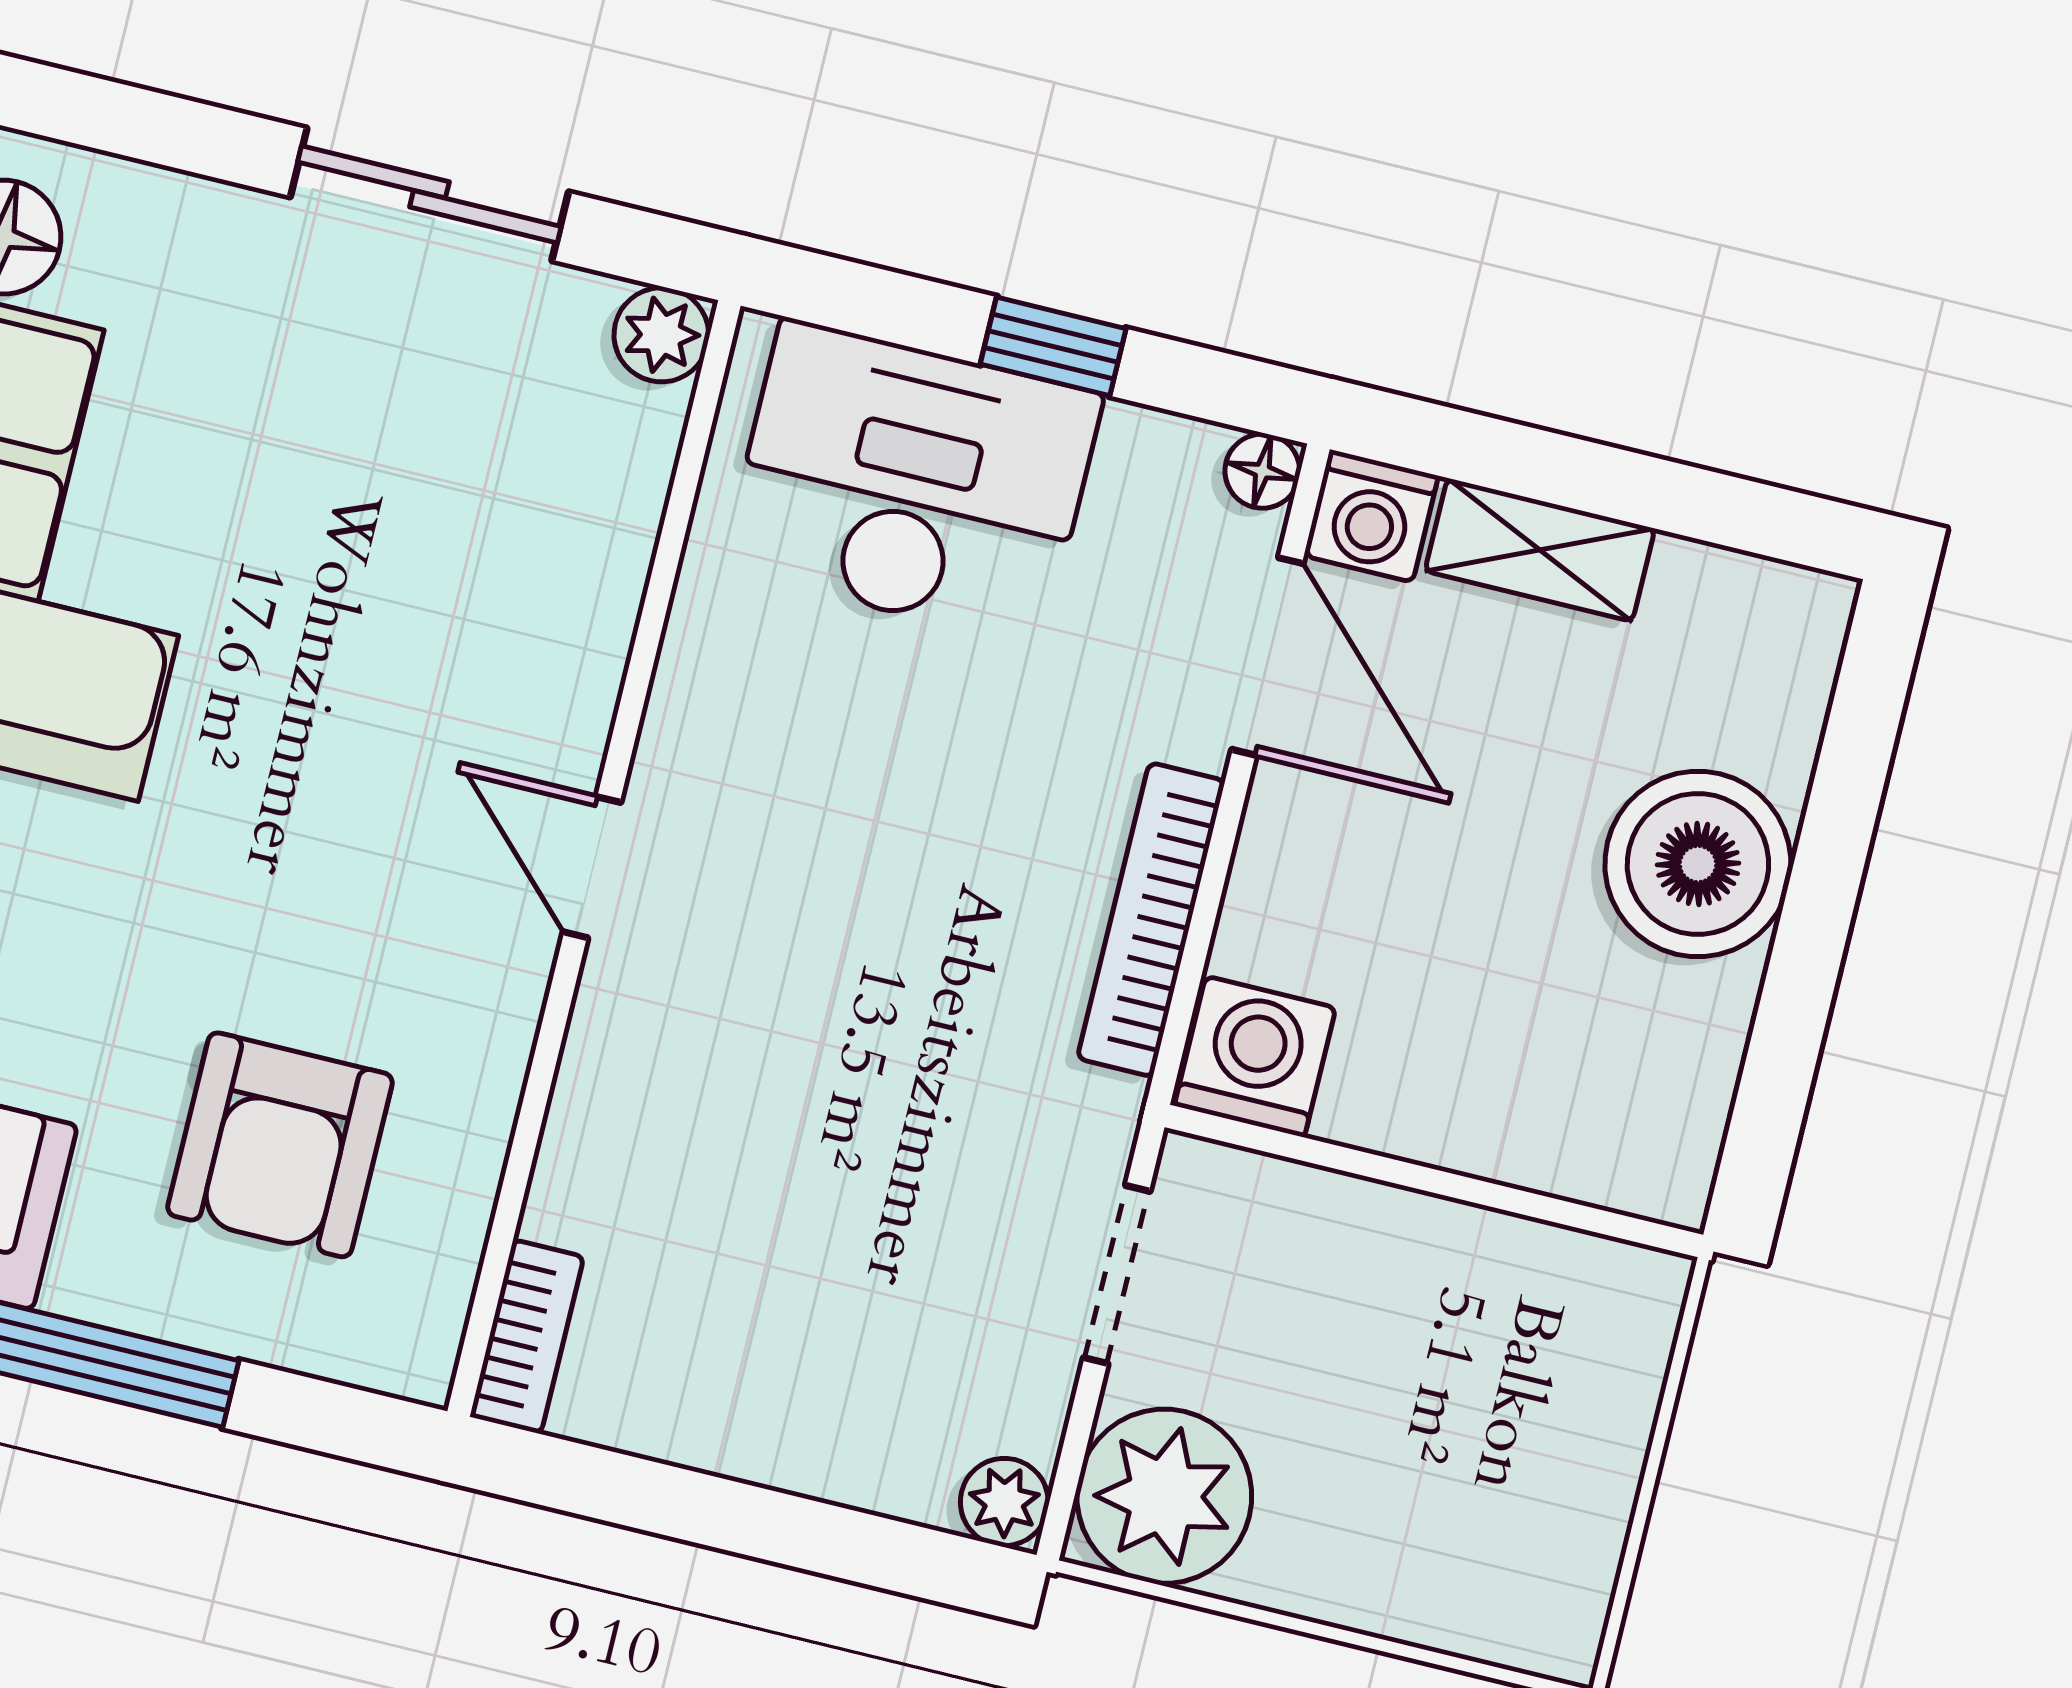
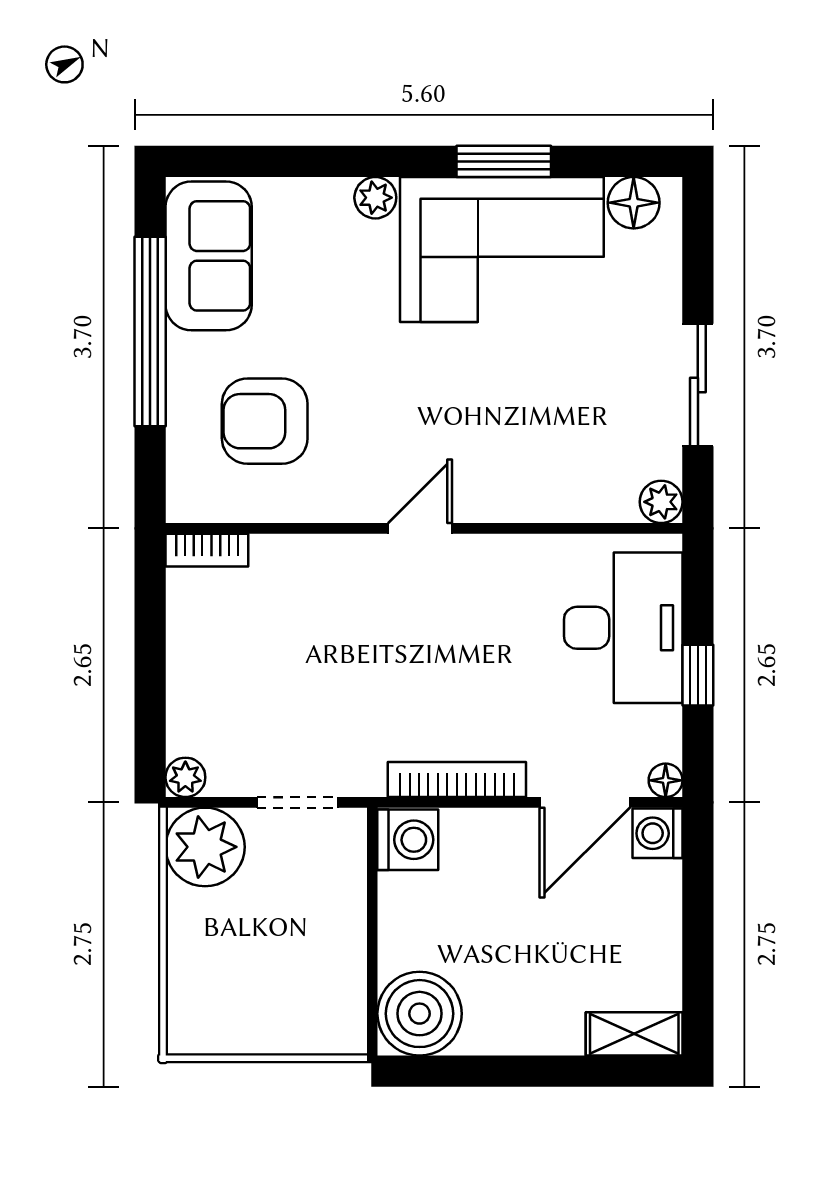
shelving: (1540, 550) -> (634, 1034), moved, turned 90
boiler: (1698, 864) -> (420, 1014), moved

